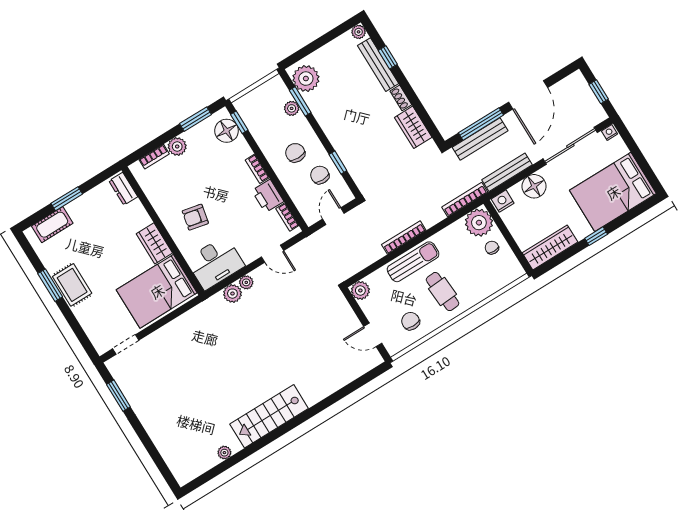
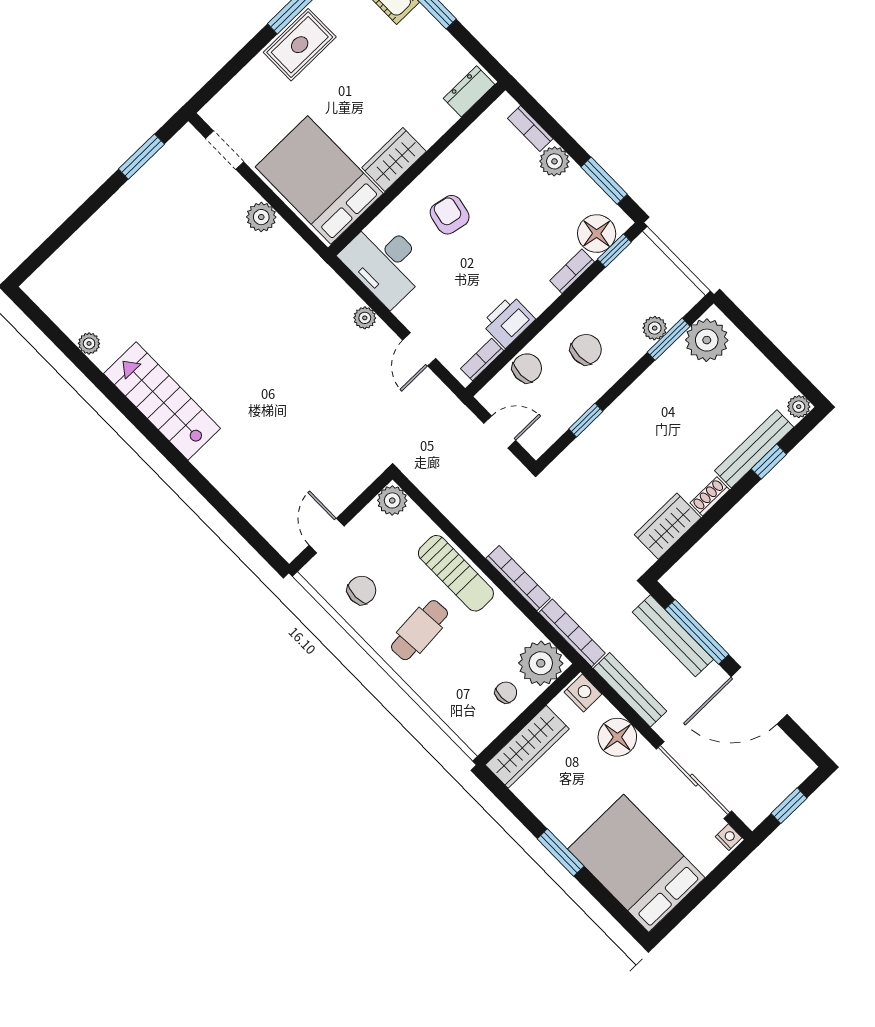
bookcase: (257, 169) -> (572, 271), moved
chair: (320, 175) -> (527, 368), moved
window: (596, 236) -> (561, 852), width x1.50
bookcase: (404, 238) -> (518, 578), moved
wardrobe: (550, 247) -> (527, 747), moved, turned 90
plant: (232, 294) -> (261, 217), moved

